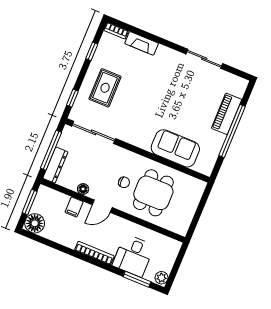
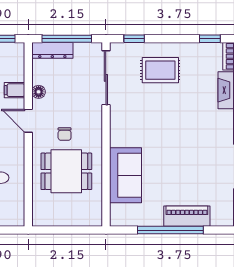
window: (92, 51) -> (210, 39), moved

